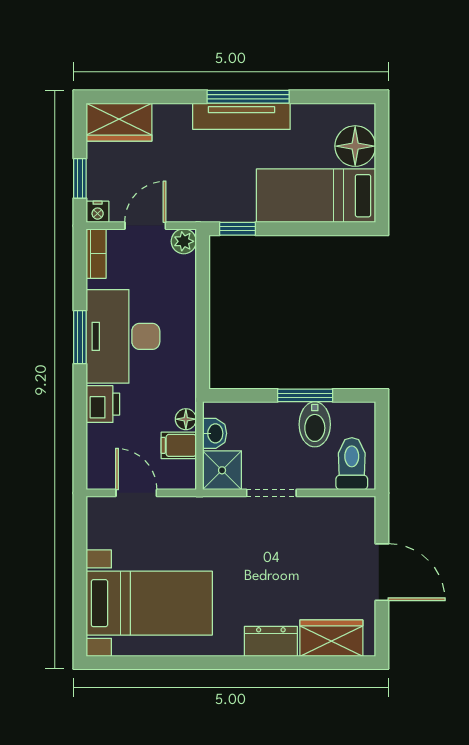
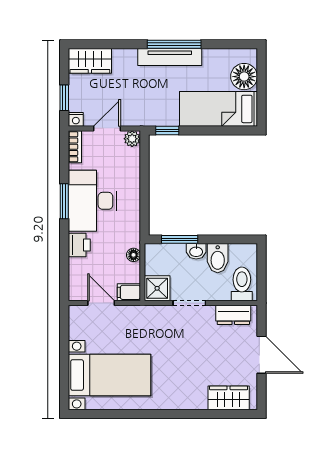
window: (305, 395) -> (180, 239), moved
washbasin: (215, 433) -> (196, 251), moved, turned 90
filing cabinet: (179, 445) -> (129, 292), moved
dresser: (271, 641) -> (233, 315), moved, turned 180

